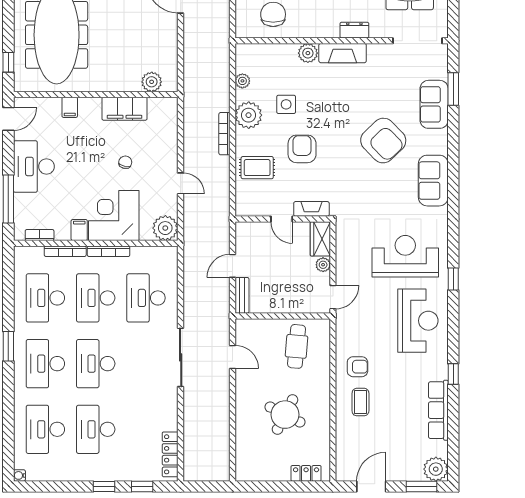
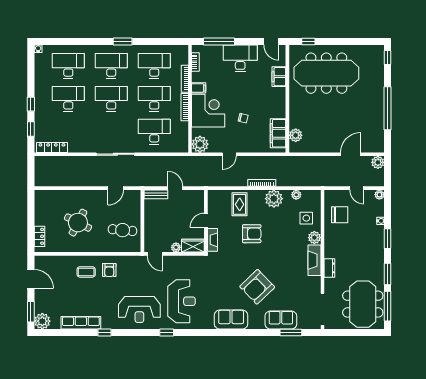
side table: (286, 104) -> (306, 218), moved
filing cabinet: (70, 107) -> (279, 77), width x2.00
filing cabinet: (125, 109) -> (278, 133), moved

